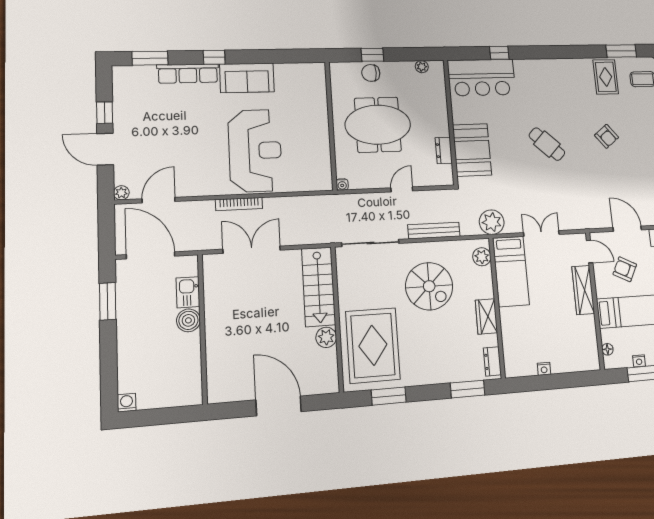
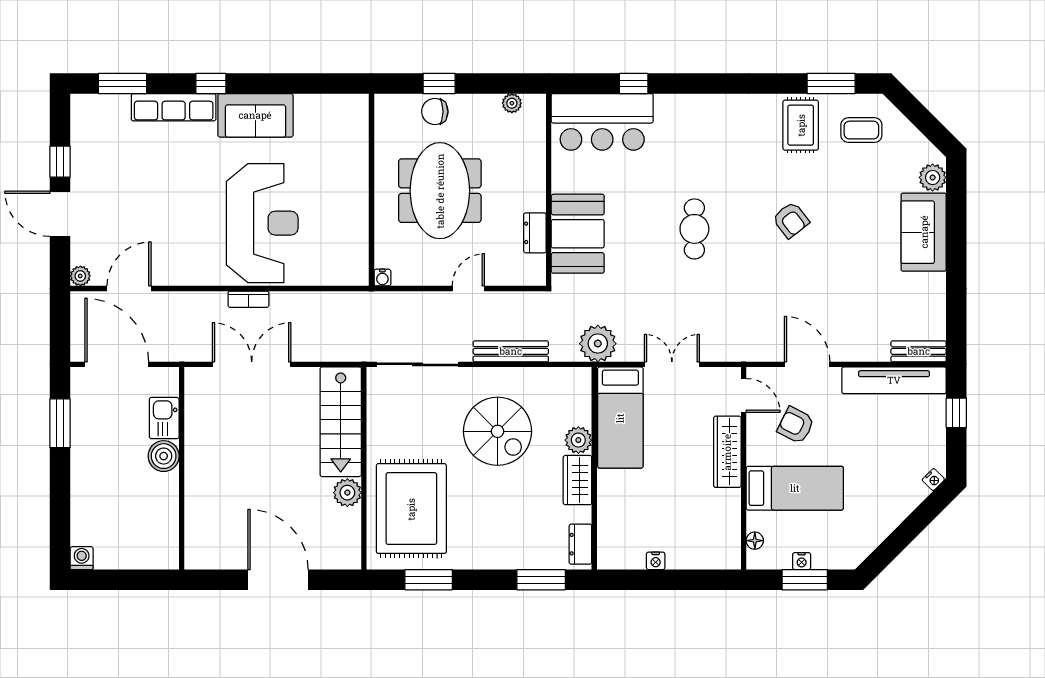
meeting table: (378, 125) -> (440, 191), turned 90
cafe table: (547, 144) -> (694, 229), turned 46
bookcase: (239, 204) -> (248, 299), width x0.64
plant: (482, 257) -> (578, 440), moved

